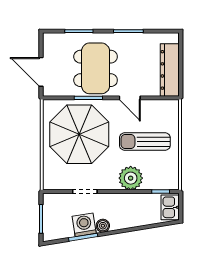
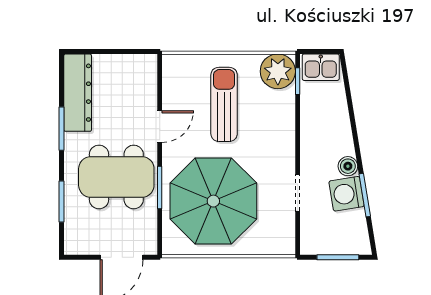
dresser: (170, 70) -> (78, 93), moved, turned -90
sun lounger: (145, 142) -> (224, 104), turned 180
plant: (131, 178) -> (278, 71), moved

